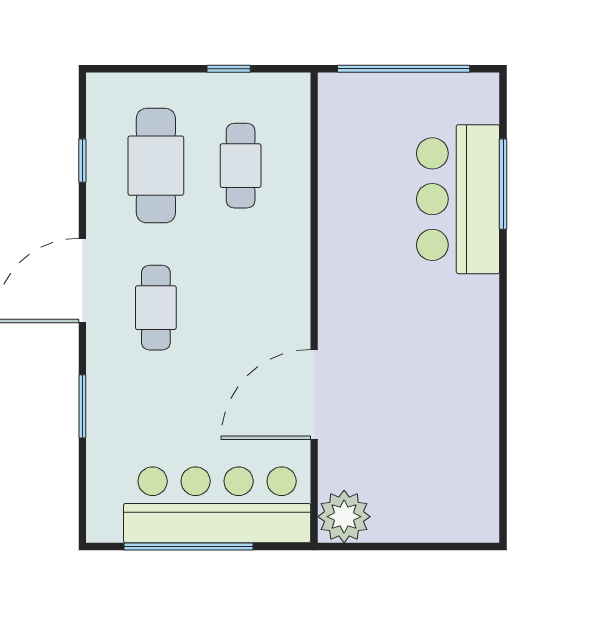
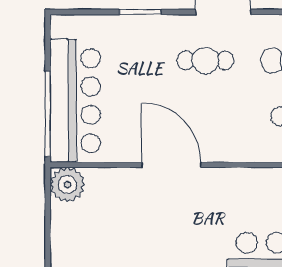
door: (314, 394) -> (171, 165), moved
window: (189, 546) -> (48, 114), moved

